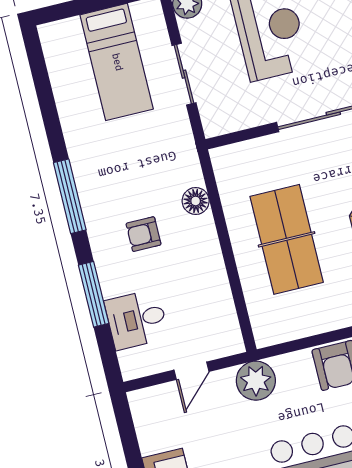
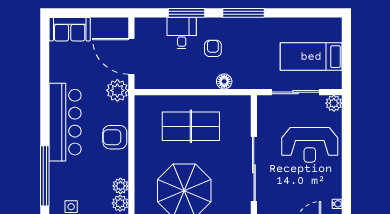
sliding door: (184, 74) -> (295, 92), width x1.37
desk: (137, 319) -> (182, 33), moved
door: (191, 371) -> (131, 56), width x1.88

